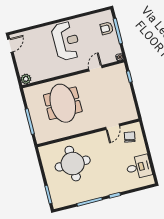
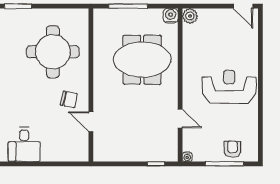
reception desk: (66, 41) -> (229, 87), turned 180
water cooler: (29, 92) -> (171, 16), added
chair: (130, 137) -> (69, 99), moved

